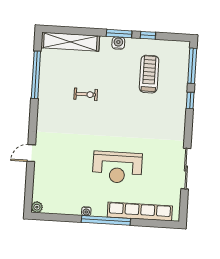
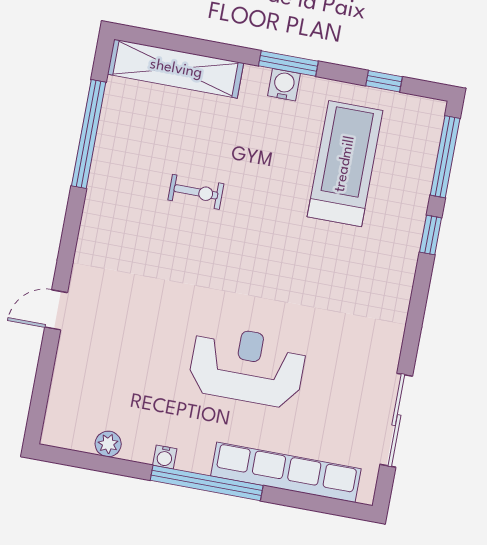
window: (148, 35) -> (384, 81), moved
treadmill: (149, 74) -> (345, 164), width x1.37, depth x1.38
reception desk: (117, 167) -> (247, 366), turned 180
sliding door: (186, 169) -> (396, 420), moved
plant: (37, 207) -> (108, 444), moved

